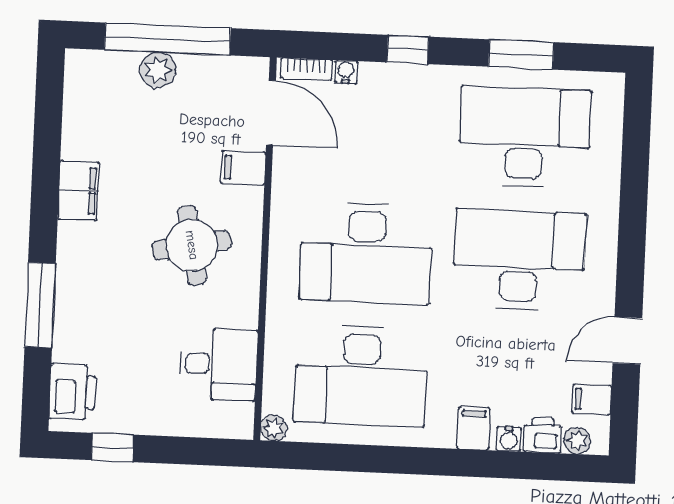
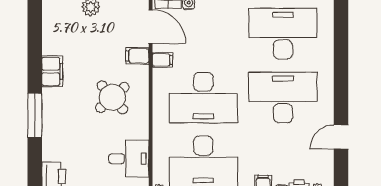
round table: (192, 245) -> (112, 97), turned -30
window: (40, 305) -> (35, 115), moved
filing cabinet: (592, 399) -> (162, 60), moved, turned 180

